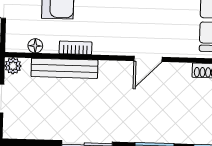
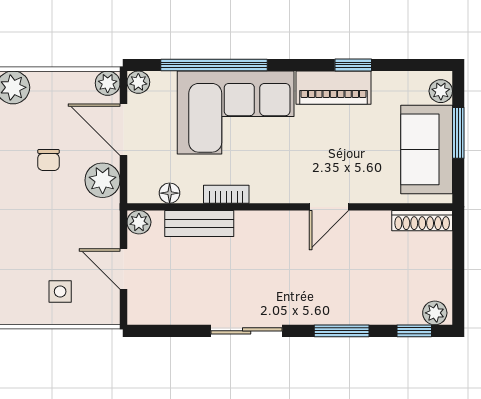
bench: (65, 68) -> (199, 224), width x0.73

